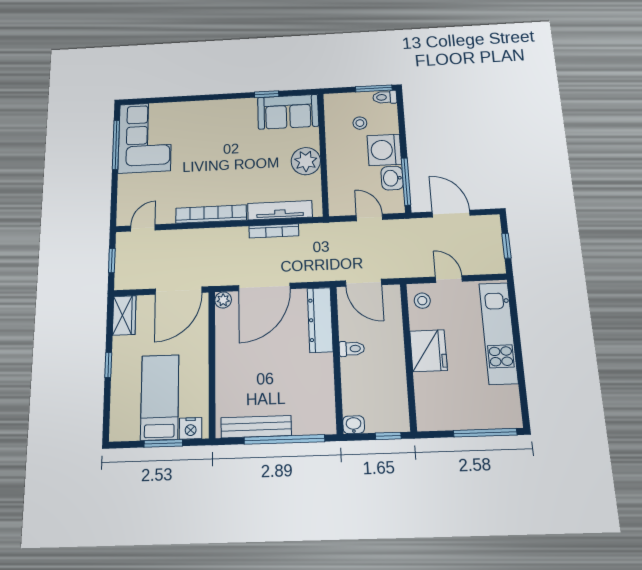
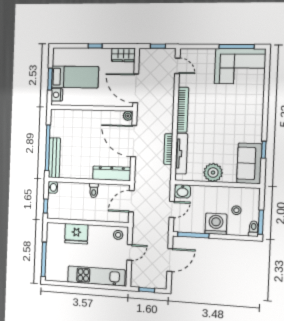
washbasin: (392, 178) -> (182, 191), moved, turned 180
fridge: (428, 351) -> (76, 234), moved
bench: (256, 427) -> (54, 158), moved

